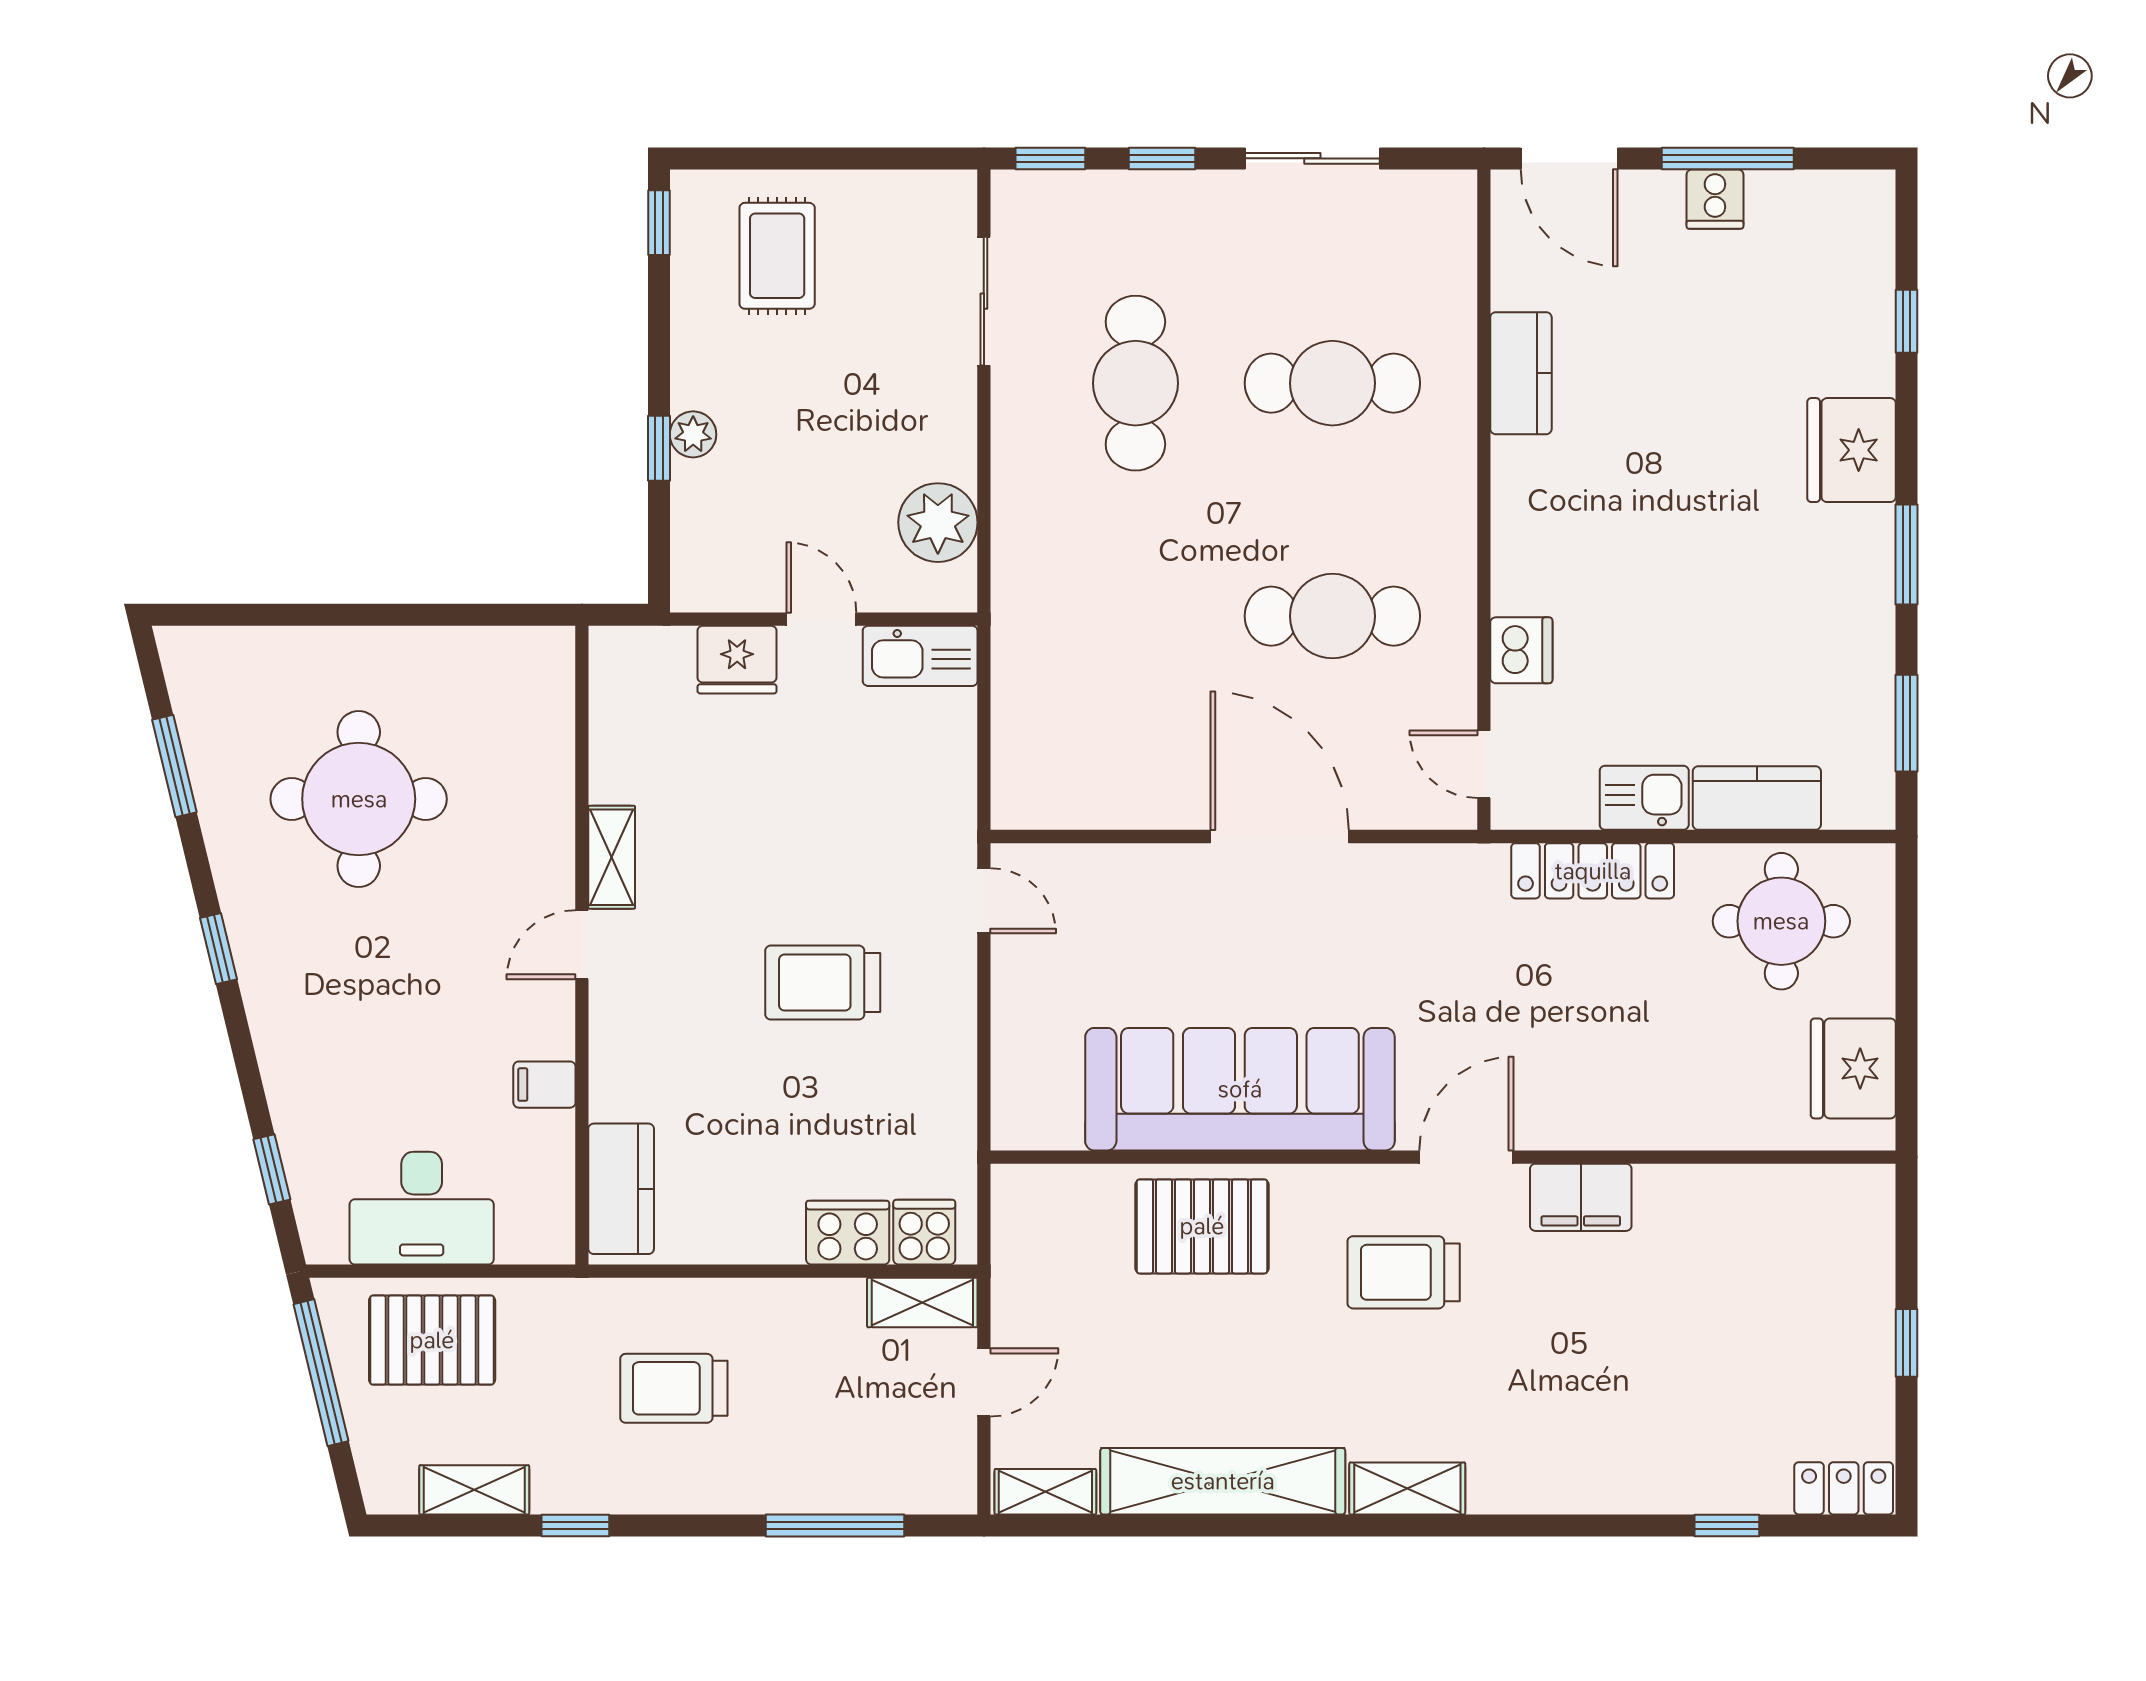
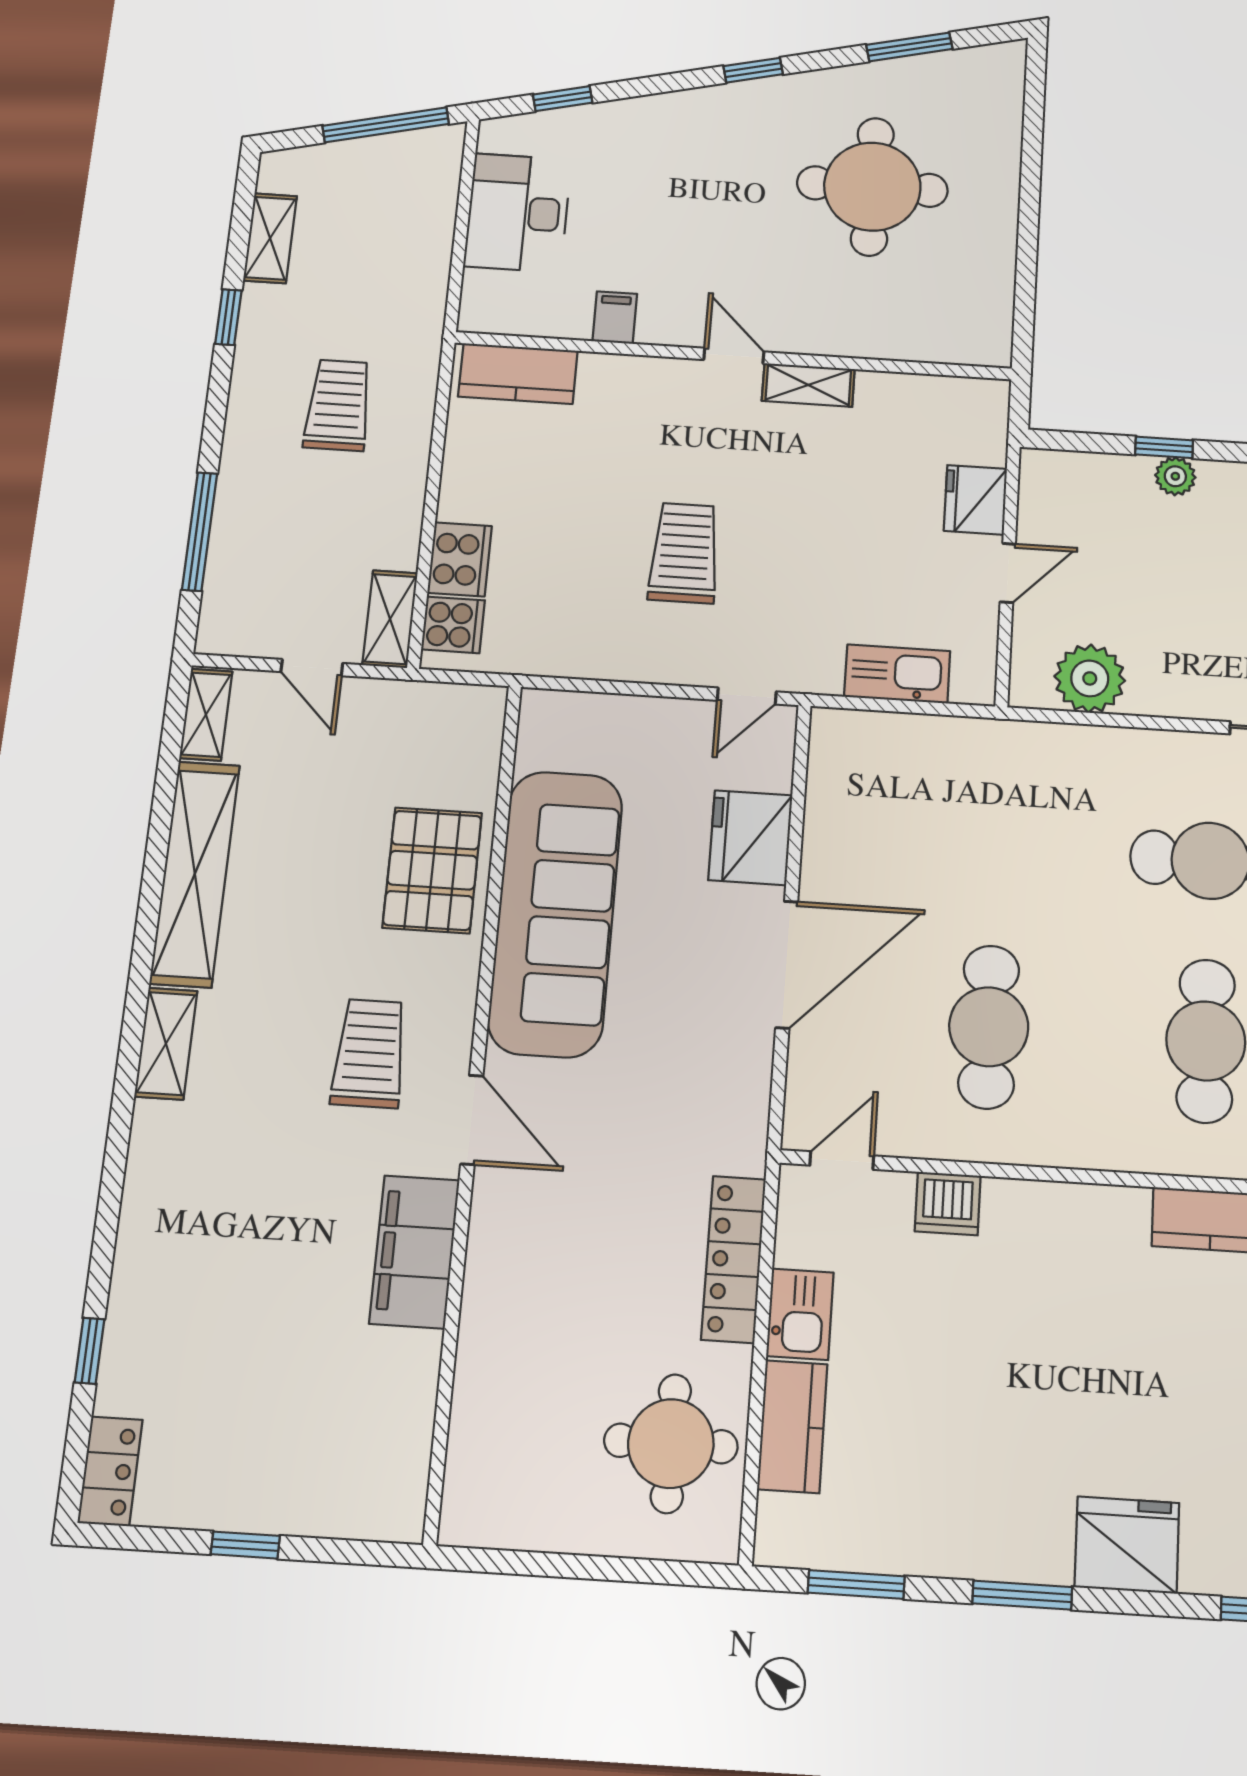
kitchen sink: (920, 656) -> (897, 674), moved, turned 90
fridge: (1853, 1068) -> (750, 838), moved, turned -90
filing cabinet: (1581, 1197) -> (415, 1252), width x1.50, depth x1.17
pallet: (432, 1340) -> (403, 213), removed

